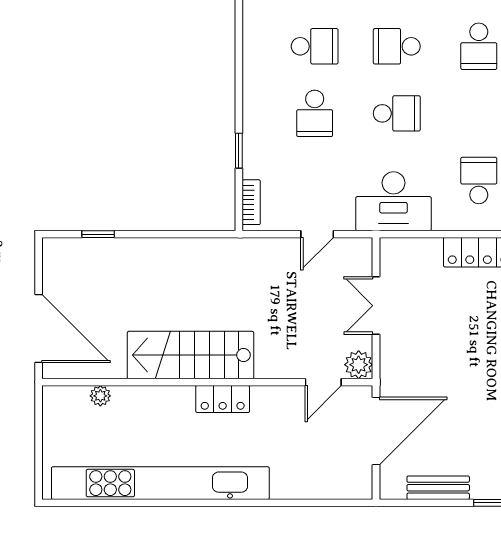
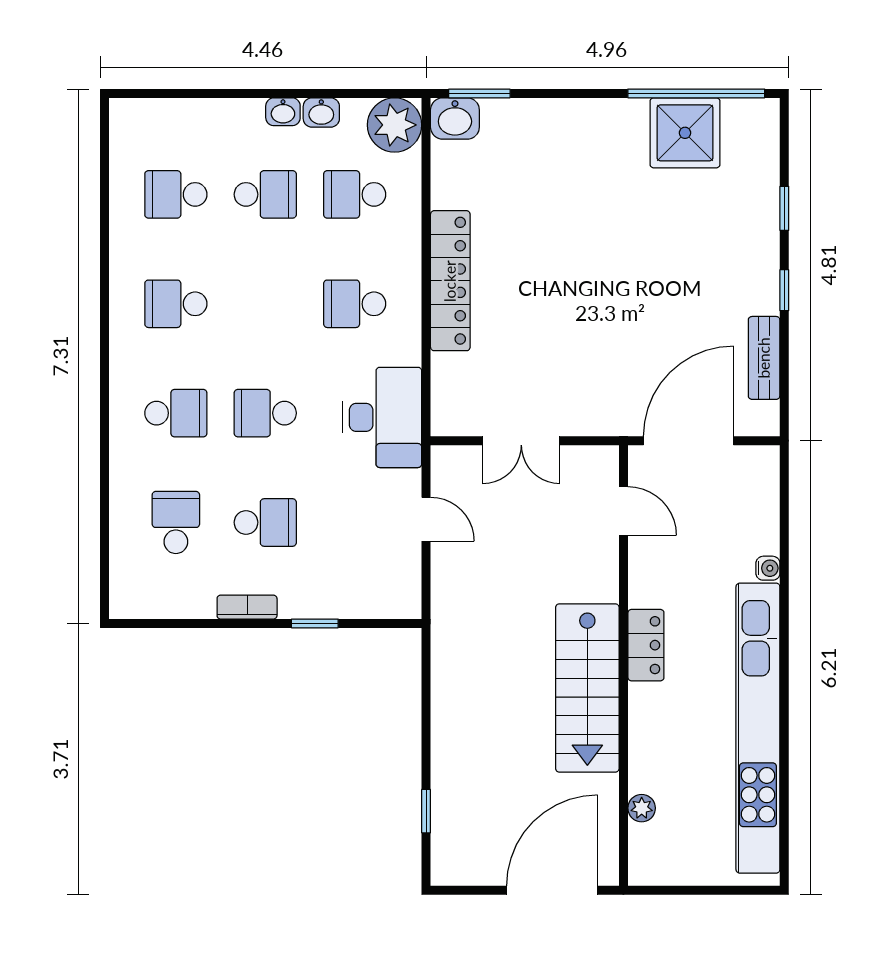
school desk: (397, 46) -> (176, 413), turned -90
school desk: (479, 46) -> (176, 304), turned 180
school desk: (397, 113) -> (265, 413), turned -90
bookcase: (251, 202) -> (247, 607), moved
plant: (359, 365) -> (600, 464), removed
door: (376, 431) -> (689, 441), hinge flipped
water cooler: (280, 491) -> (768, 568), added

